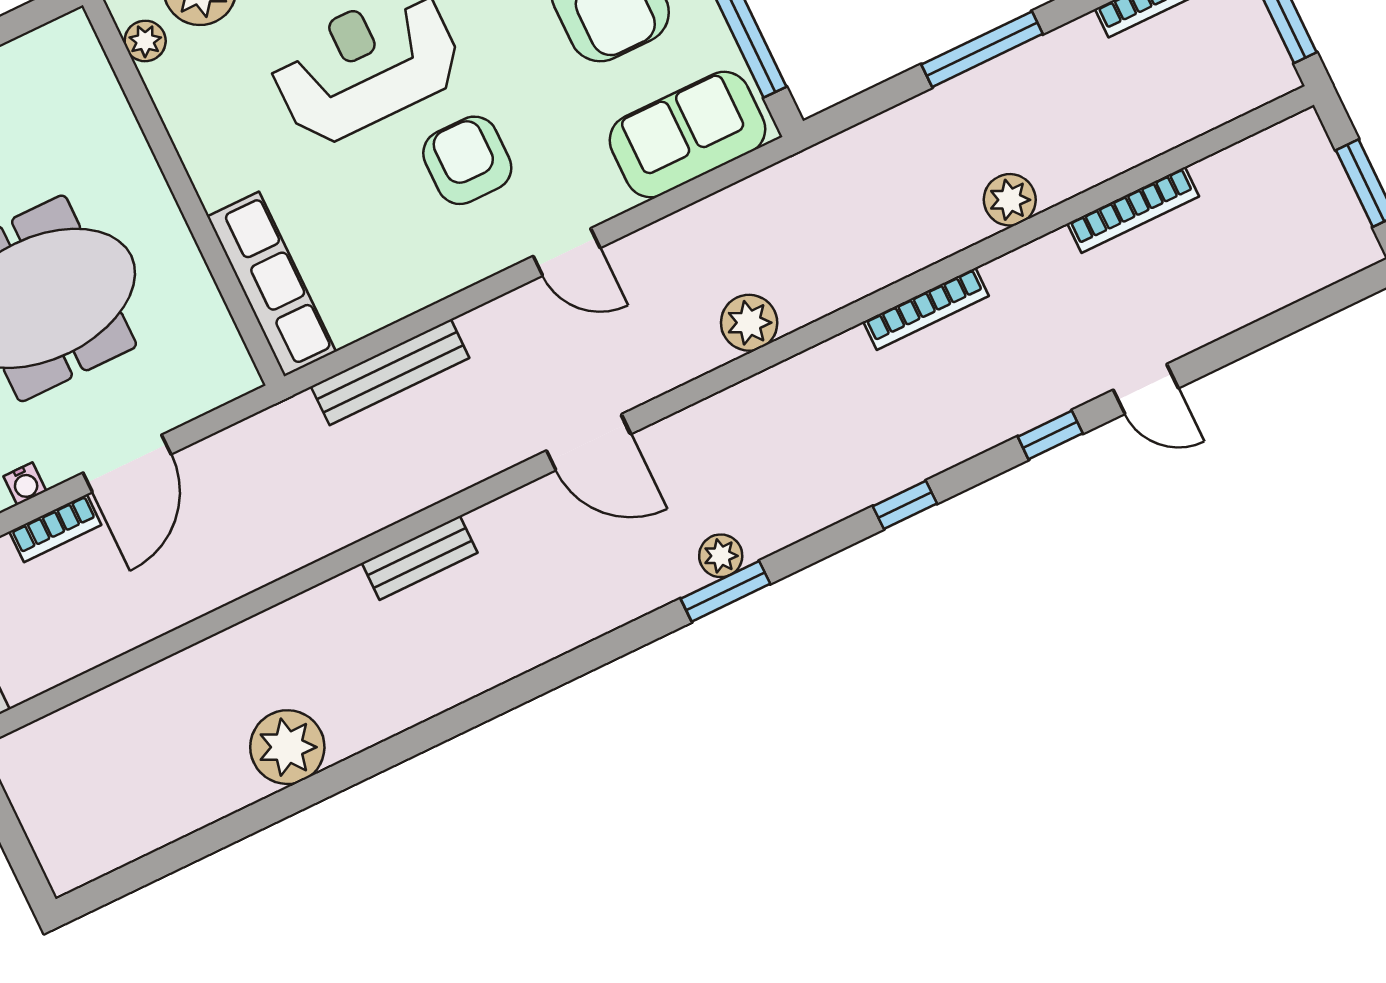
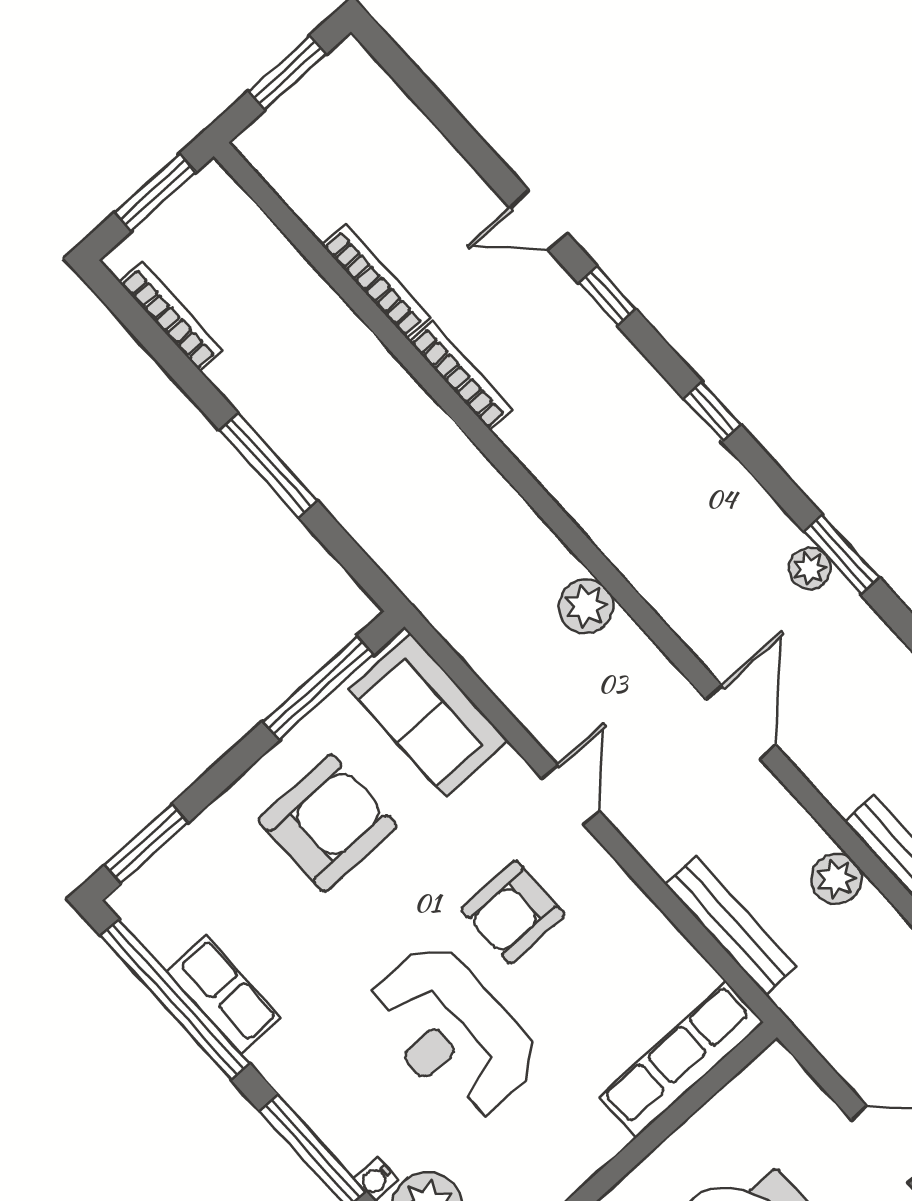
plant: (1010, 200) -> (836, 879), moved
bookcase: (926, 309) -> (461, 376), moved
door: (1146, 389) -> (538, 220), swing flipped

